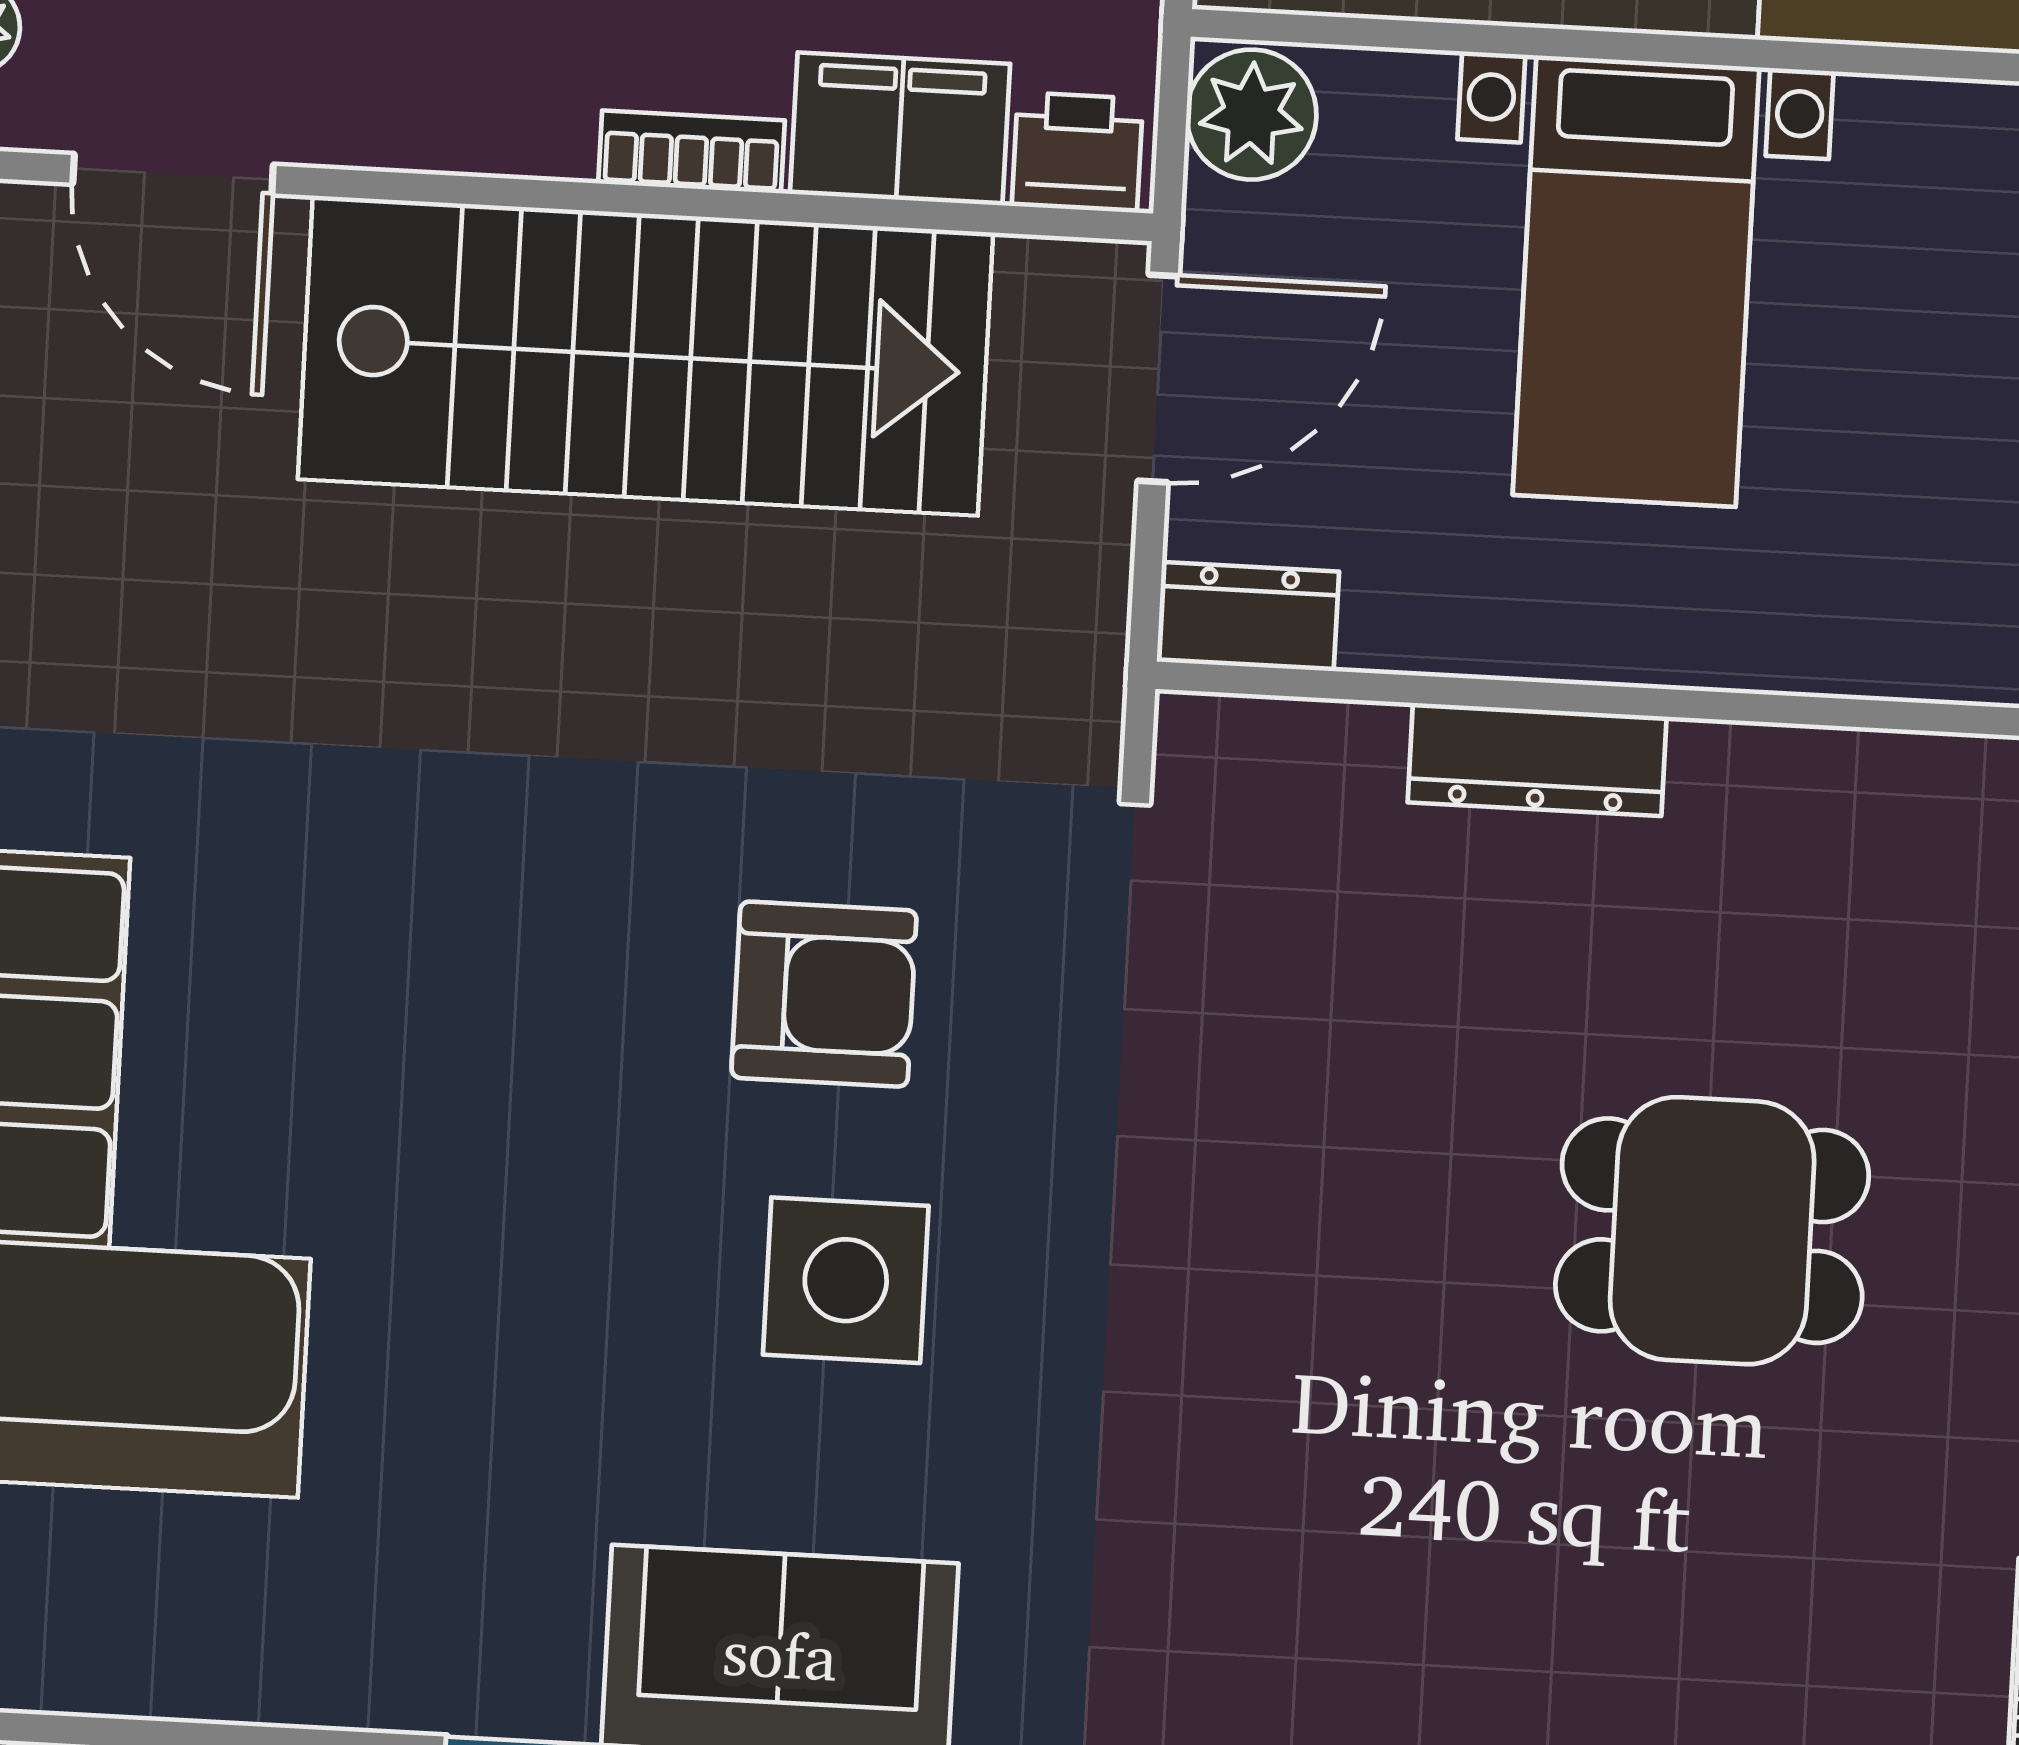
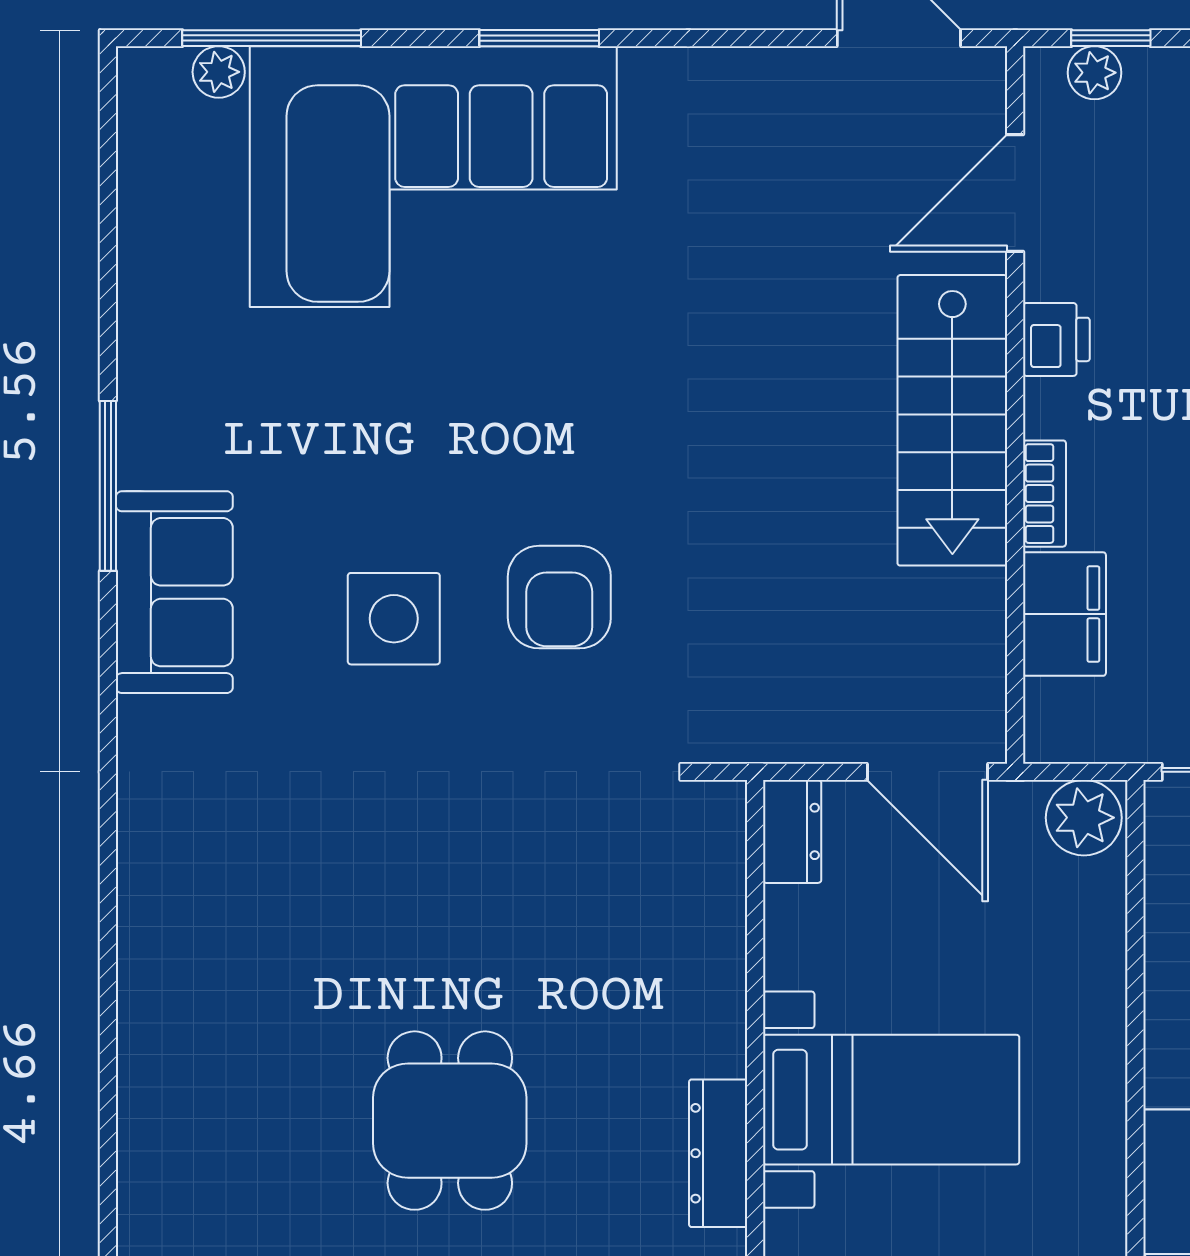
printer: (1077, 152) -> (1056, 339), moved
bed with nightstands: (1636, 281) -> (891, 1100), moved, turned 180
stairs: (645, 356) -> (952, 420), width x0.73, depth x0.66
dresser: (1537, 759) -> (718, 1153), moved

